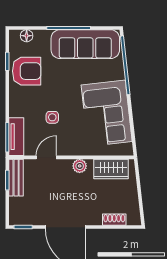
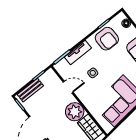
tv unit: (16, 137) -> (78, 53), moved
plant: (80, 166) -> (75, 112), width x1.88, depth x1.88
bench: (16, 178) -> (30, 90), moved

